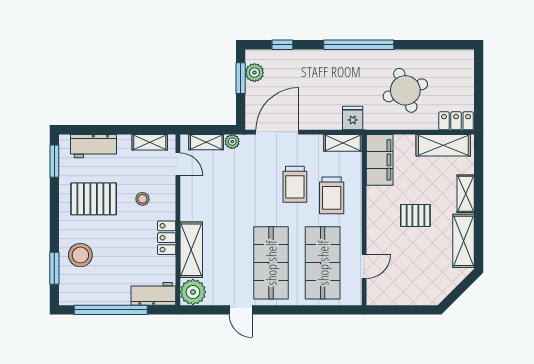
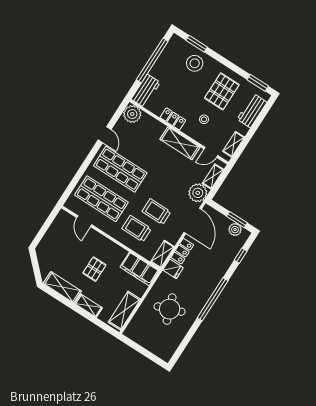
locker: (456, 121) -> (182, 251), moved
plant: (232, 142) -> (198, 193), width x1.88, depth x1.88
shelving: (191, 250) -> (180, 143), moved
door: (241, 310) -> (105, 135), swing flipped

